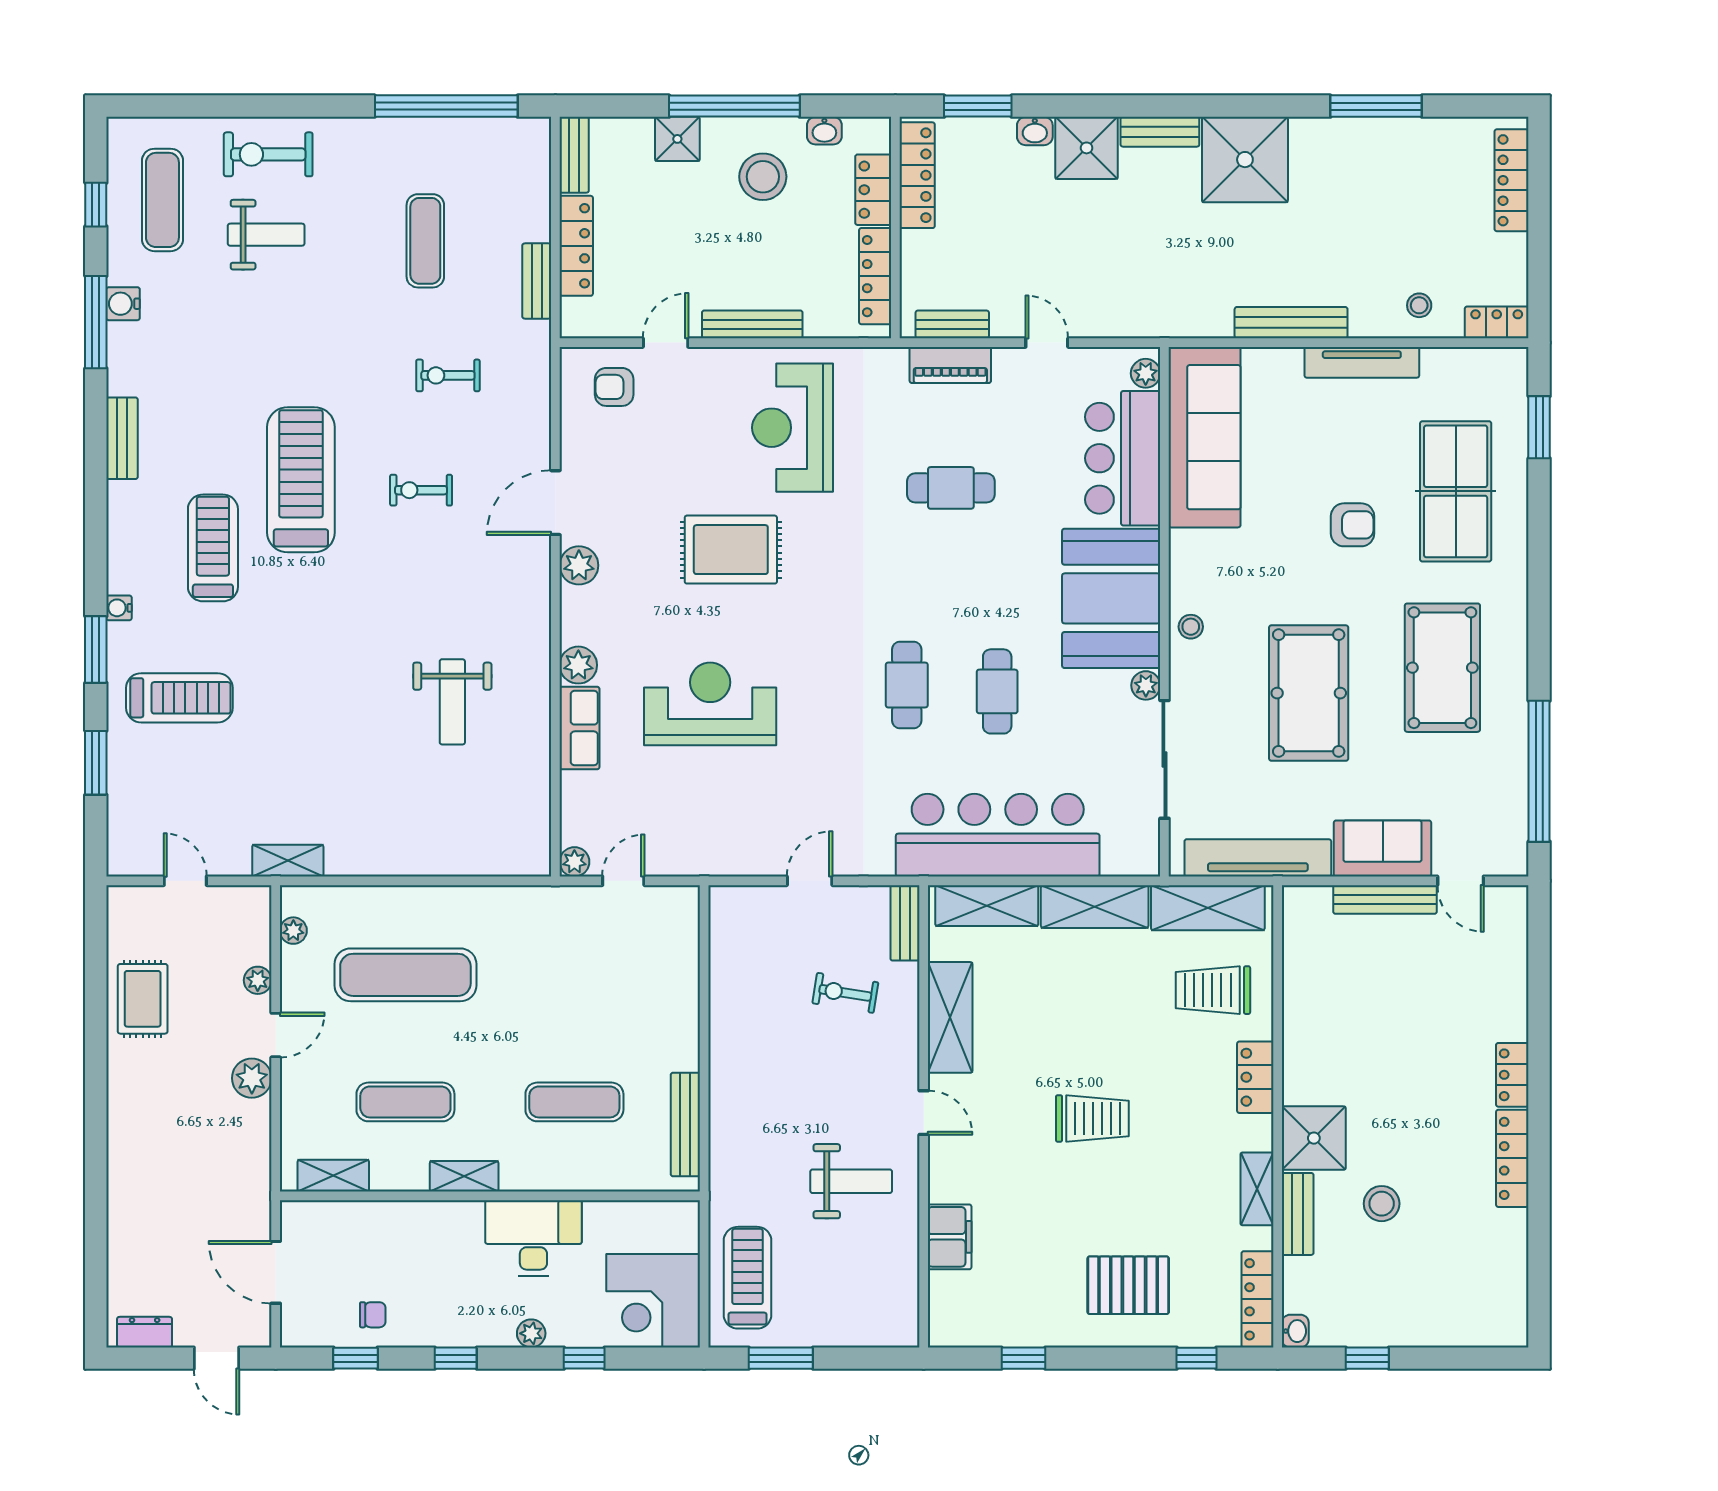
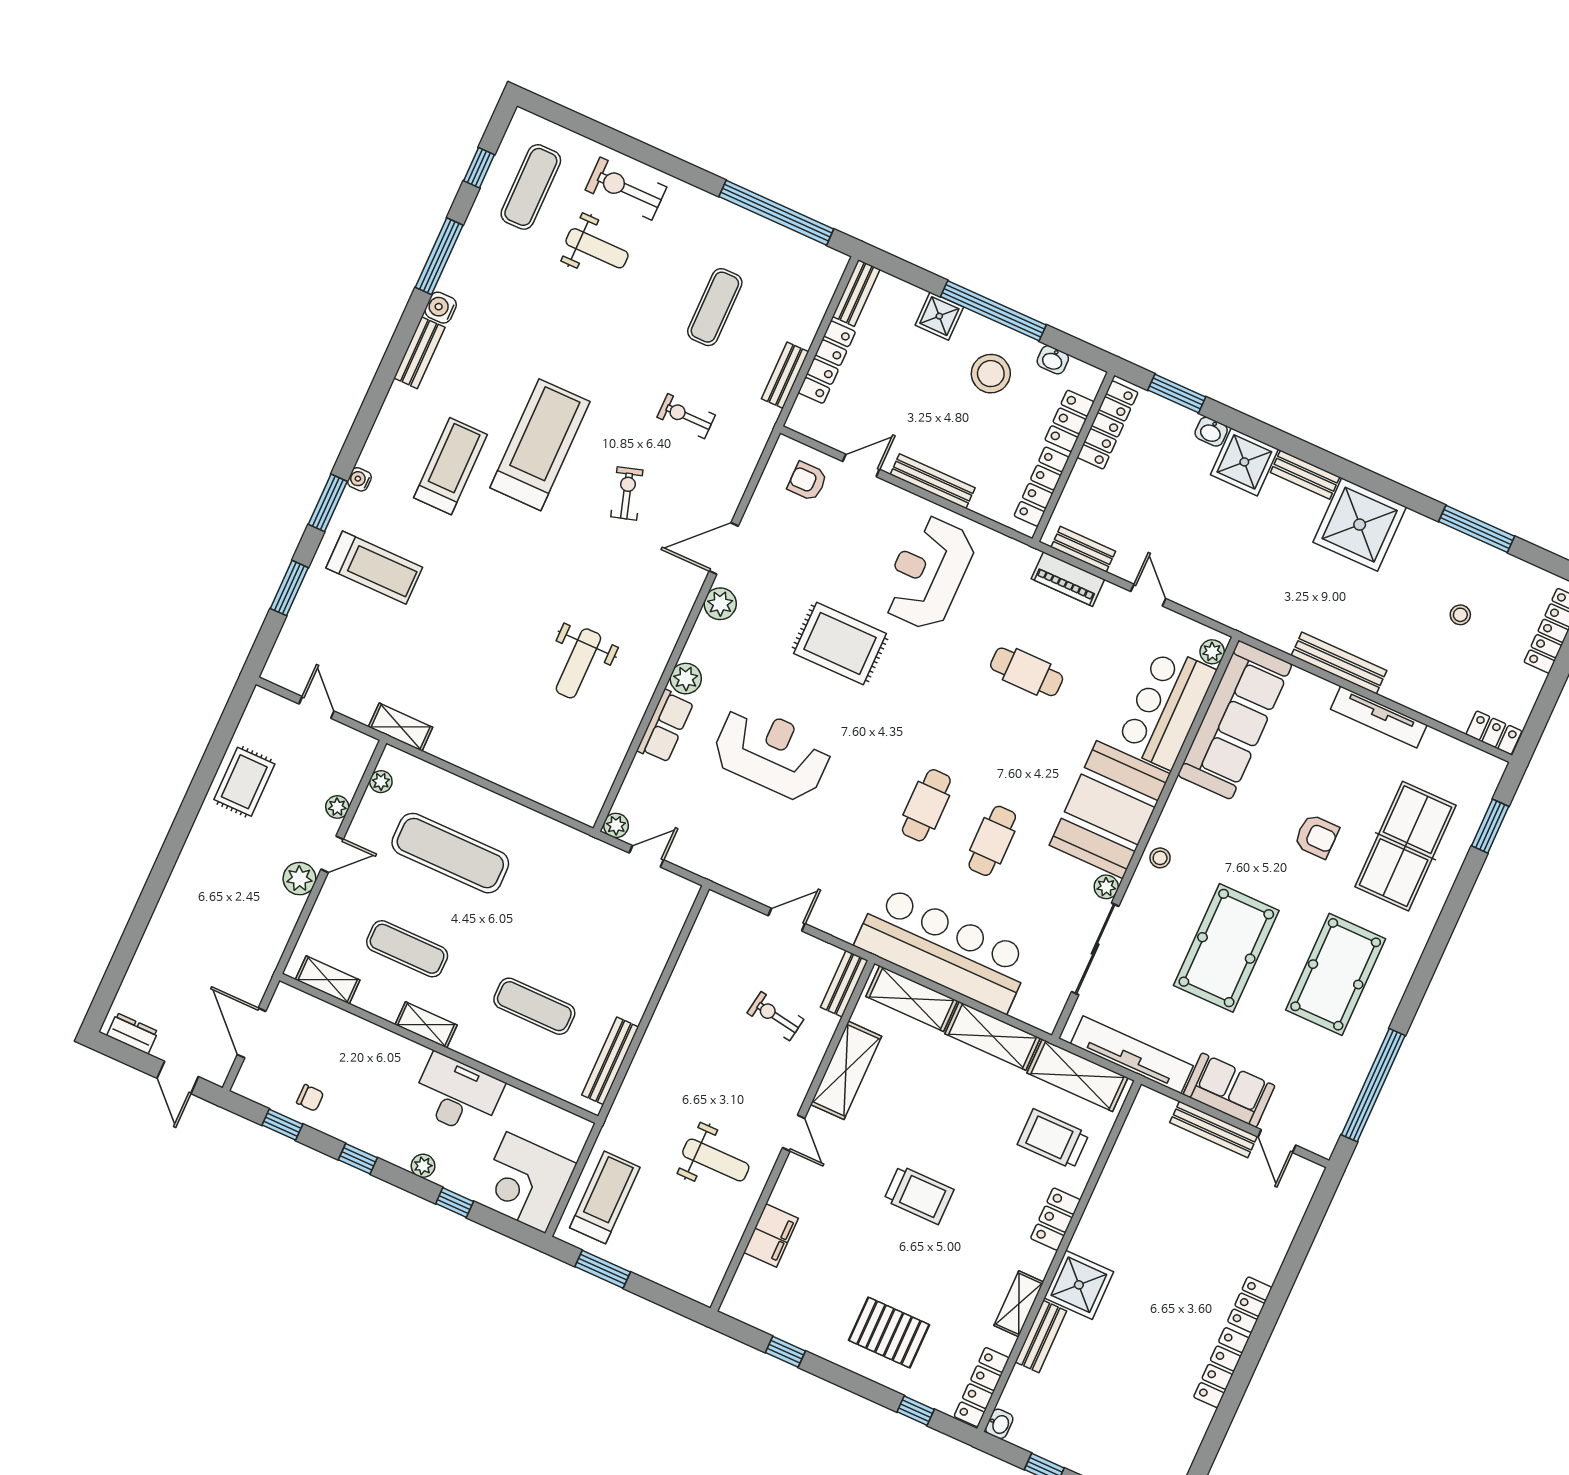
water cooler: (123, 304) -> (441, 308), moved
stool: (1419, 305) -> (1460, 615), moved
exercise bike: (421, 490) -> (627, 493), turned 73
stool: (1382, 1204) -> (1108, 1357), removed

